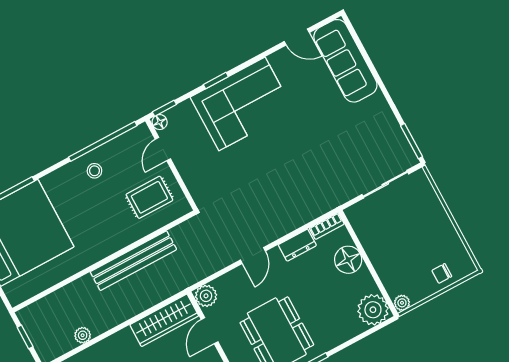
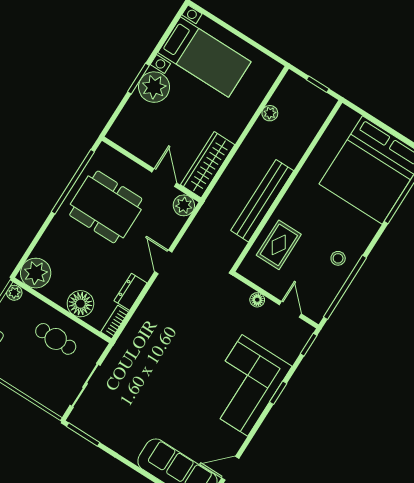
floor lamp: (160, 122) -> (257, 300), moved
rug: (149, 197) -> (279, 245), moved
cafe table: (388, 241) -> (56, 339), added

